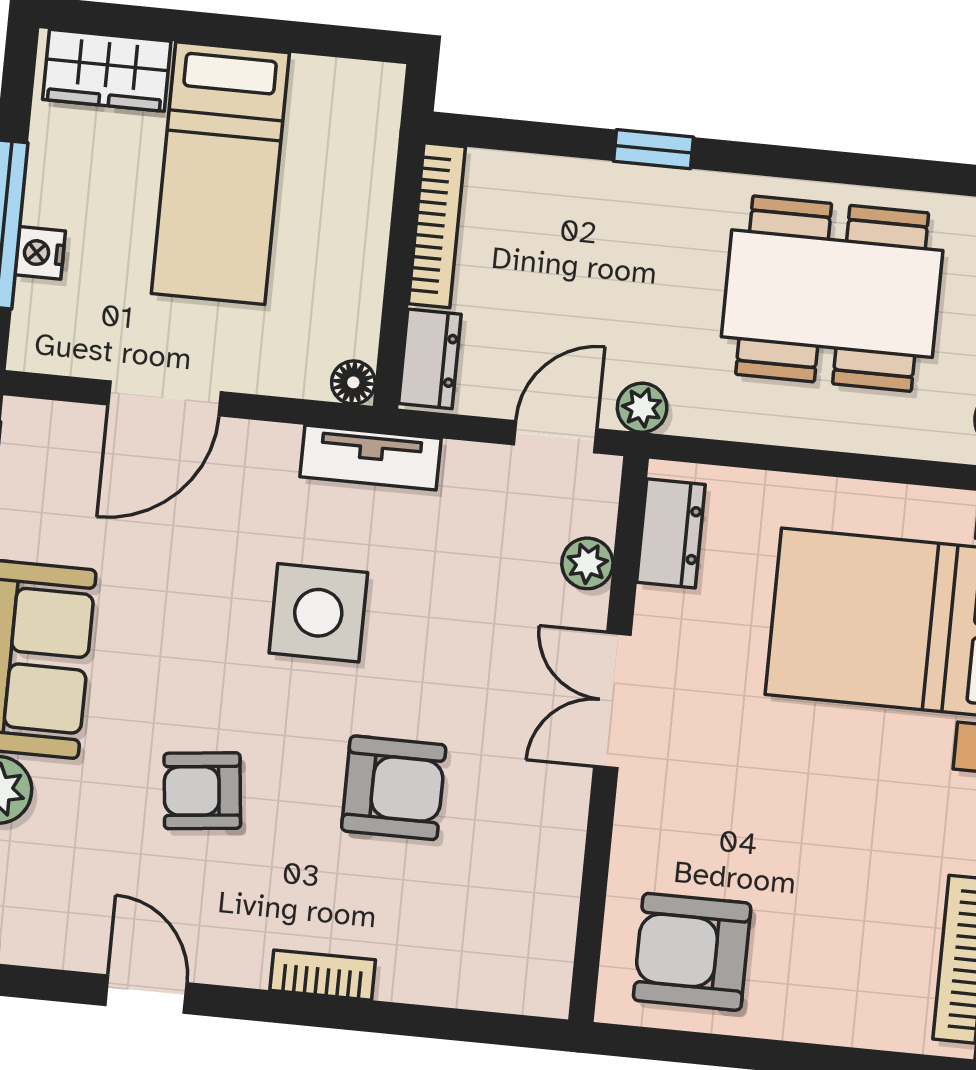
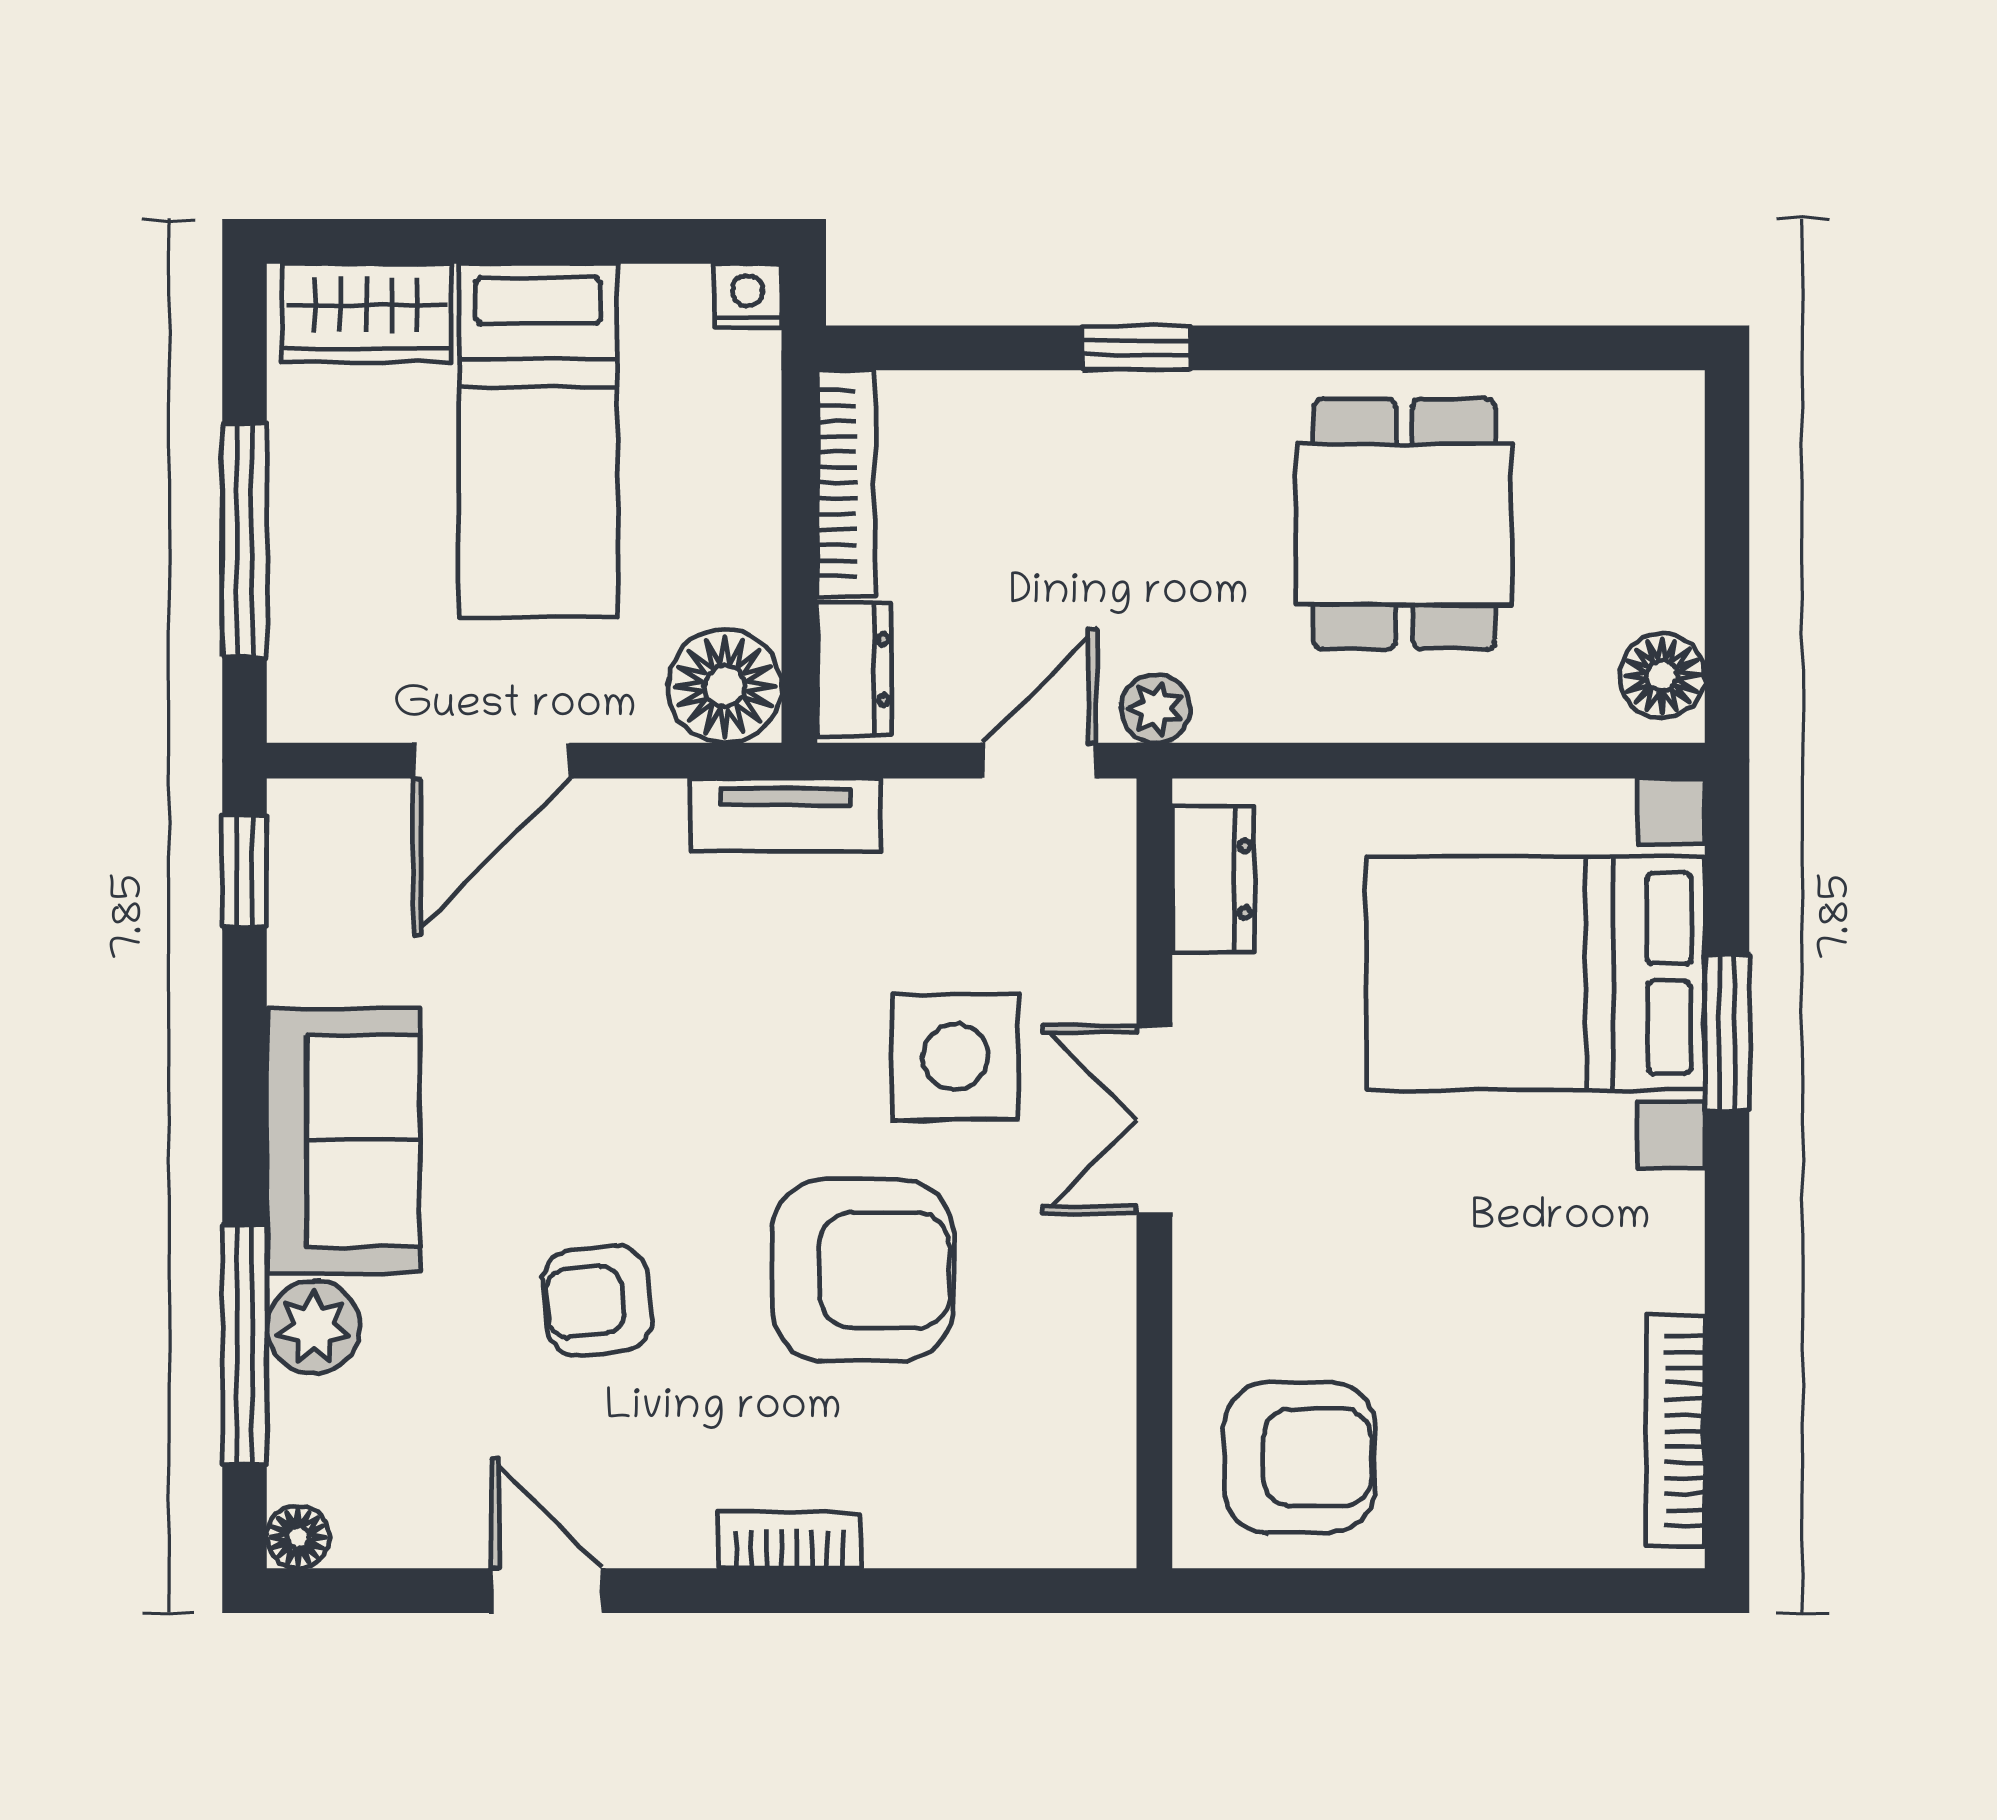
nightstand: (40, 253) -> (748, 296), moved, turned 90
dining table: (832, 294) -> (1404, 524), width x0.73
floor lamp: (353, 382) -> (725, 686), width x1.89, depth x1.89
plant: (587, 563) -> (1101, 932), removed
side table: (318, 613) -> (955, 1057), moved
armchair: (394, 788) -> (863, 1270), width x1.36, depth x1.36
armchair: (692, 952) -> (1299, 1458), turned 180

